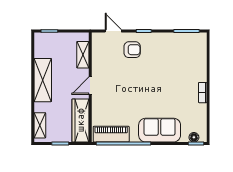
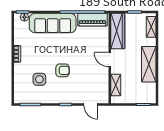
armchair: (132, 50) -> (63, 70), moved, turned 180
side table: (176, 62) -> (39, 79), added
door: (90, 86) -> (110, 60), swing flipped
sofa: (160, 130) -> (53, 23), width x1.36

